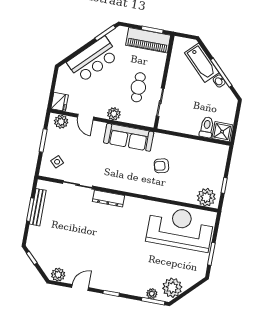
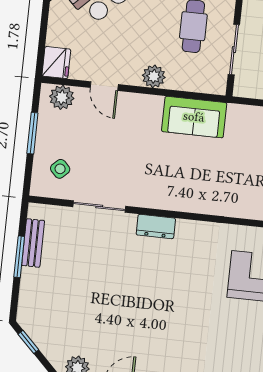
sofa: (129, 137) -> (194, 117), width x0.73
armchair: (161, 166) -> (245, 162), removed
dresser: (109, 198) -> (156, 227), width x0.70
bench: (38, 207) -> (33, 243), width x0.73

